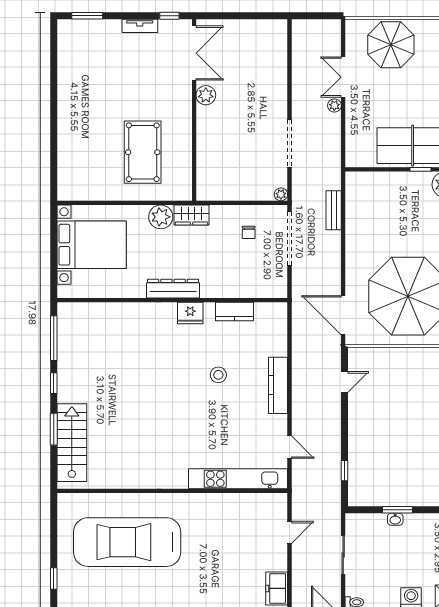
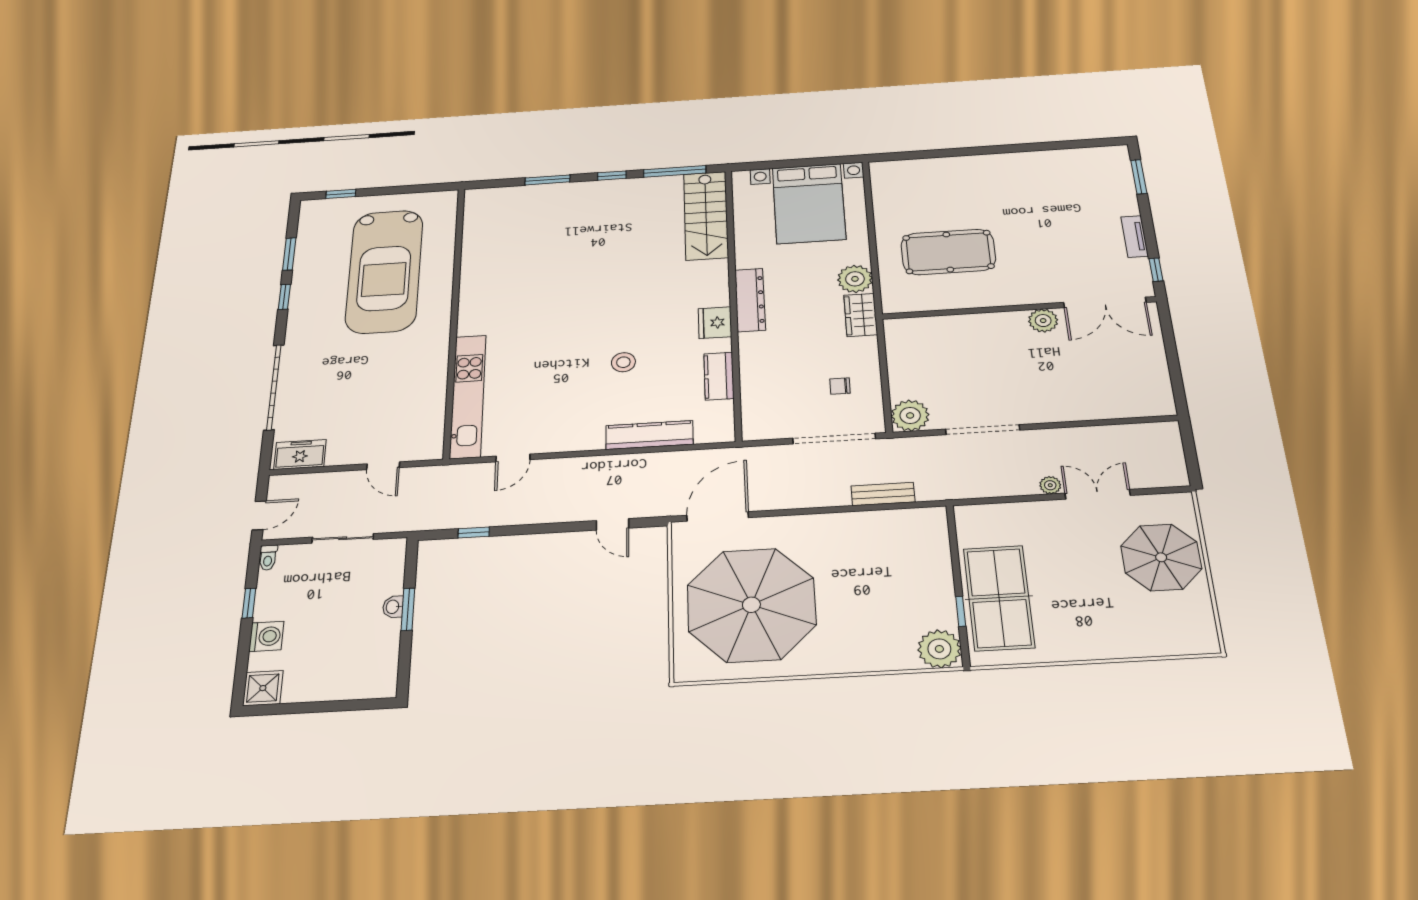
plant: (281, 194) -> (910, 415), width x1.88, depth x1.88
kitchen counter: (278, 385) -> (649, 435), moved
stairs: (72, 443) -> (706, 215), moved, turned 90
car: (127, 542) -> (384, 271), turned 180

